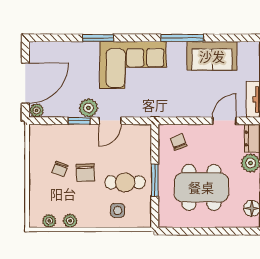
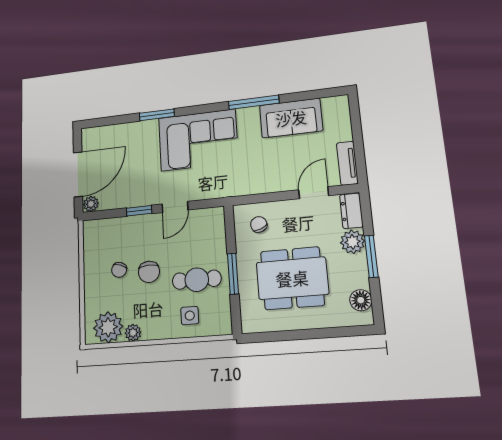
plant: (88, 108) -> (149, 195), removed
plant: (49, 221) -> (108, 327), width x1.87, depth x1.87

